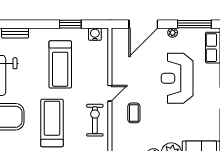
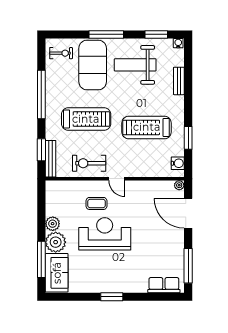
plant: (173, 33) -> (179, 185), moved
reception desk: (177, 78) -> (105, 234), moved
exercise bike: (95, 120) -> (89, 163), turned 180

